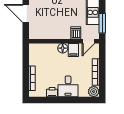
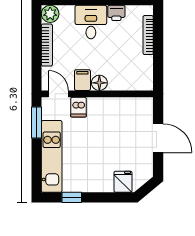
door: (88, 41) -> (58, 94), hinge flipped

